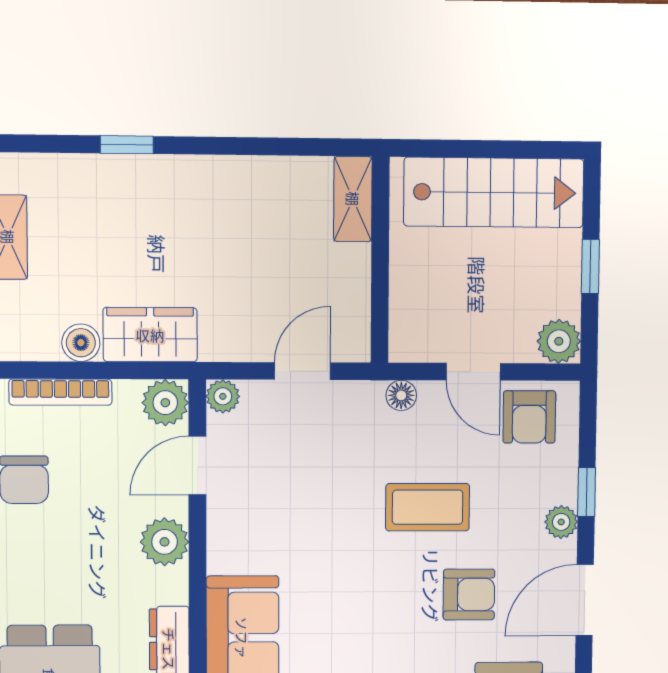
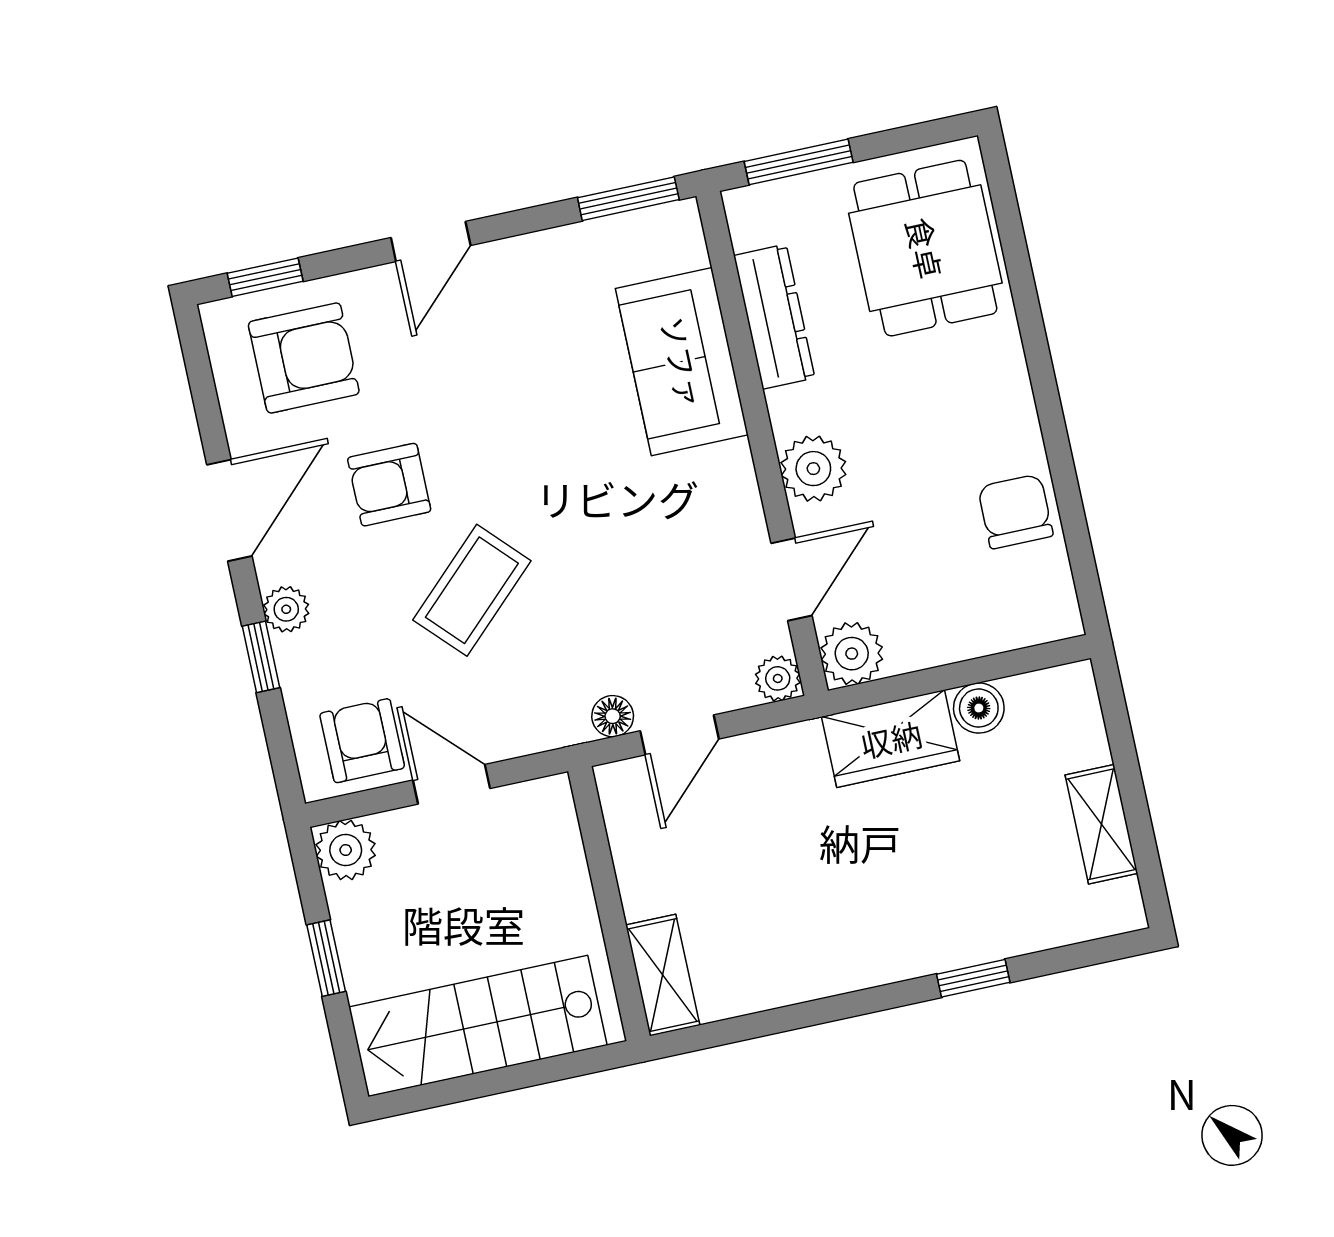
bookcase: (60, 392) -> (992, 637), removed
floor lamp: (401, 395) -> (613, 716), moved
coffee table: (428, 507) -> (472, 590), turned -44

